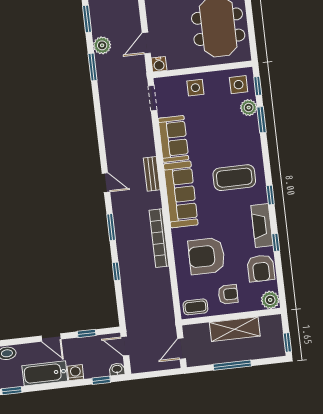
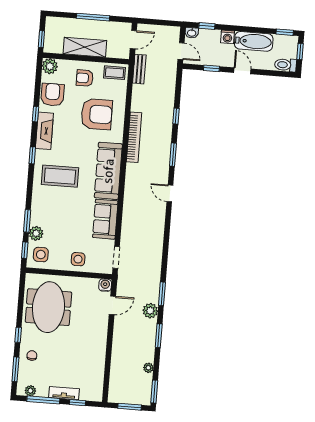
bench: (152, 174) -> (139, 69), moved
window: (287, 342) -> (41, 39), moved

